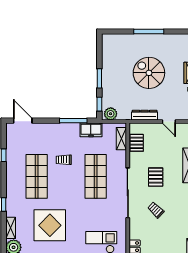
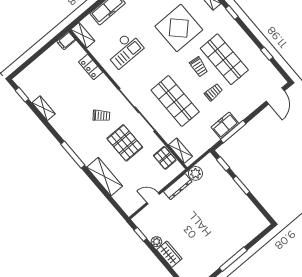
spiral stairs: (149, 73) -> (204, 225), removed
plant: (111, 114) -> (195, 173), moved
door: (23, 121) -> (275, 96), hinge flipped
freezer: (91, 130) -> (225, 125), moved
pallet: (156, 177) -> (125, 143), width x1.50, depth x1.42
trolley: (59, 186) -> (199, 67), added

